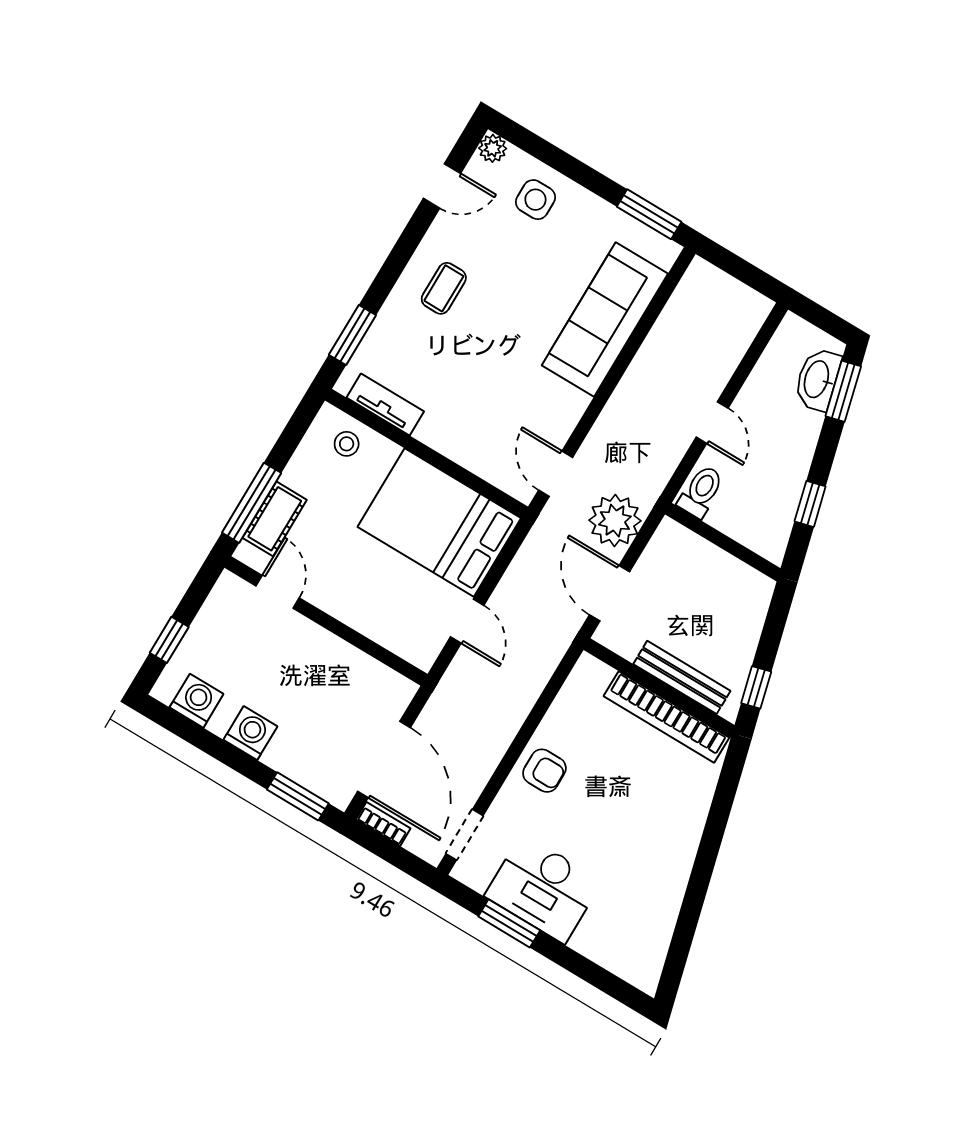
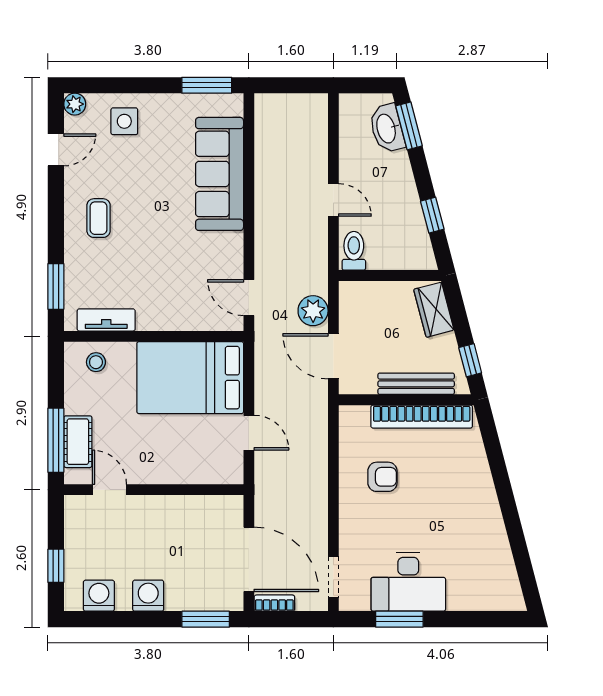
plant: (615, 521) -> (313, 311), width x0.73, depth x0.73
wardrobe: (750, 608) -> (434, 310), added
armchair: (544, 771) -> (382, 477), moved

